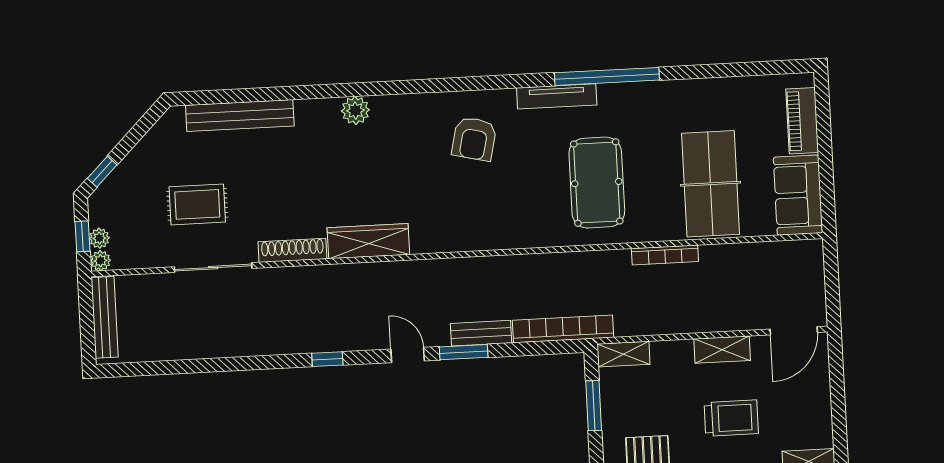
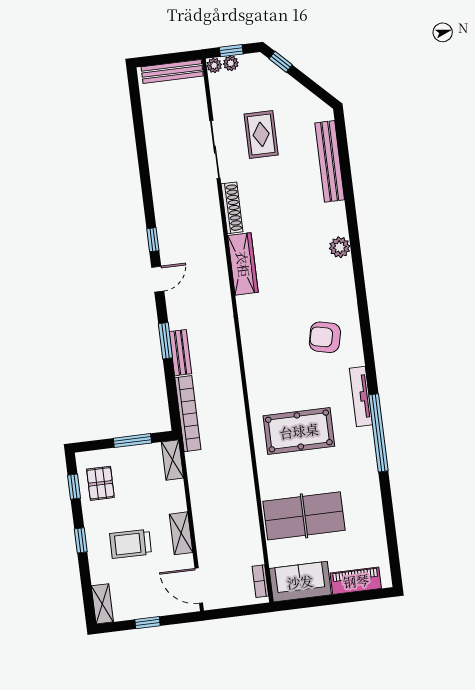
bookcase: (665, 255) -> (260, 581), moved, width x0.64
door: (408, 355) -> (158, 279), moved
window: (838, 403) -> (148, 623), added
trolley: (731, 418) -> (131, 544), turned 91

